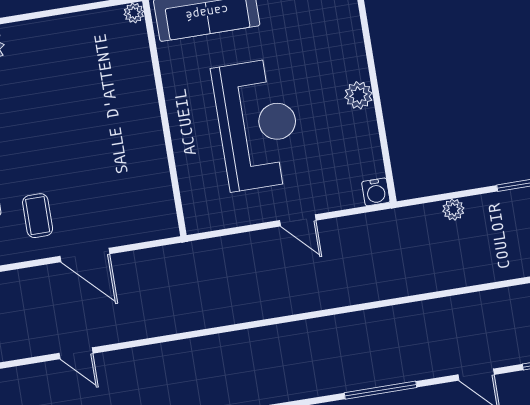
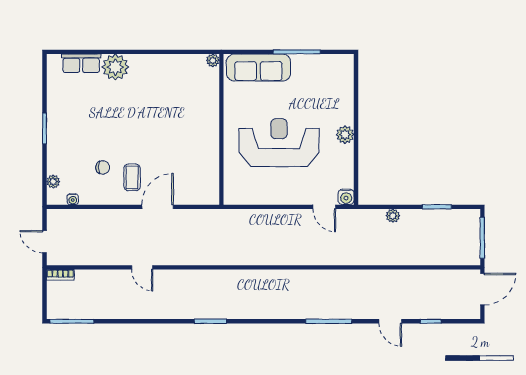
reception desk: (258, 124) -> (279, 143), turned -90
door: (298, 220) -> (324, 207), moved
door: (85, 255) -> (158, 207), swing flipped

